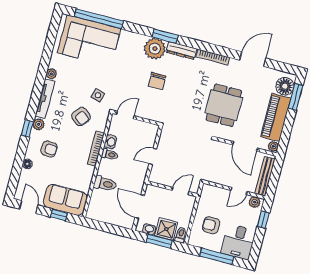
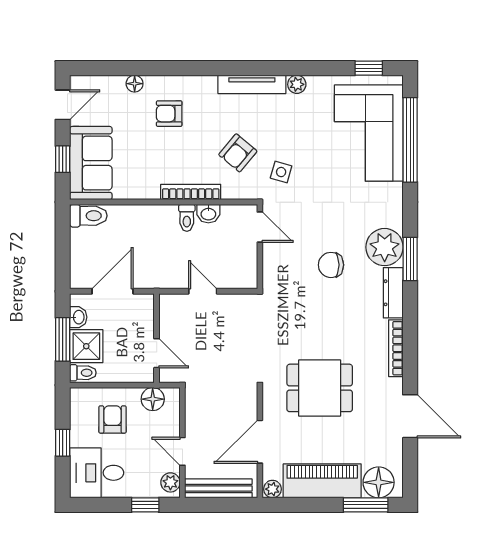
plant: (39, 124) -> (206, 85), removed
window: (27, 129) -> (369, 68), moved
armchair: (49, 149) -> (169, 114), turned 87
toilet: (105, 184) -> (88, 216), moved, turned -90
floor lamp: (206, 200) -> (153, 399), added
window: (217, 256) -> (63, 443), width x0.46

